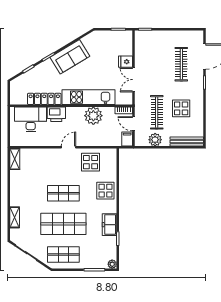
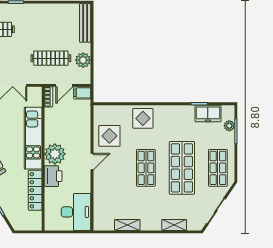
display table: (181, 108) -> (46, 30), removed
plant: (93, 116) -> (55, 154), moved
desk: (31, 119) -> (76, 212), moved, turned 180
door: (69, 147) -> (92, 162), swing flipped
shelving: (15, 159) -> (127, 225), moved
freezer: (110, 225) -> (208, 114), moved
plant: (112, 264) -> (229, 126), moved

